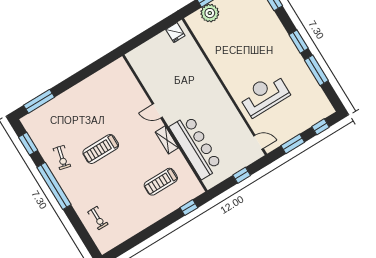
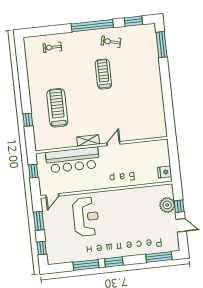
door: (157, 111) -> (113, 144), moved
wall: (165, 123) -> (101, 145), moved
shelving: (167, 140) -> (88, 140), moved
bar counter: (196, 147) -> (73, 160), moved
treadmill: (161, 182) -> (57, 108), width x1.37, depth x1.38

